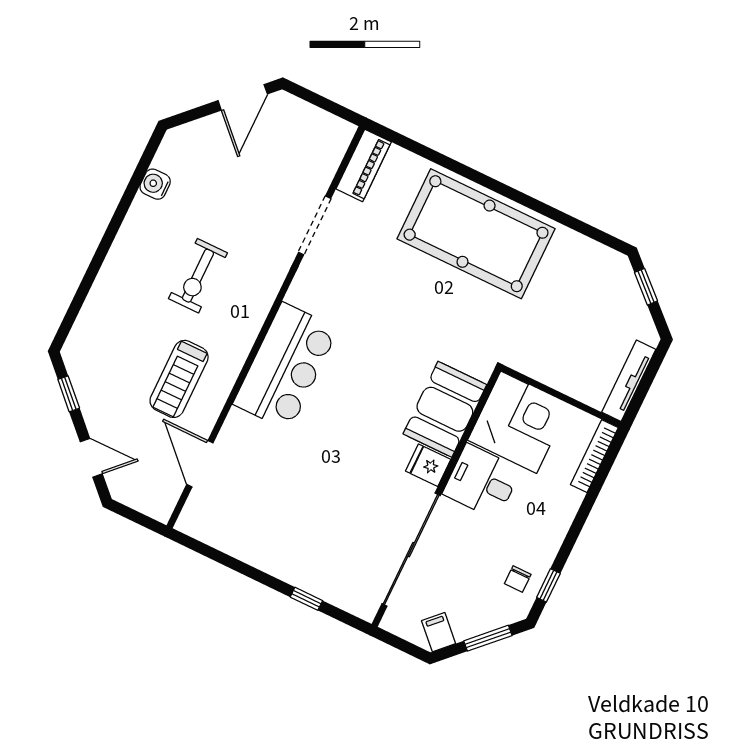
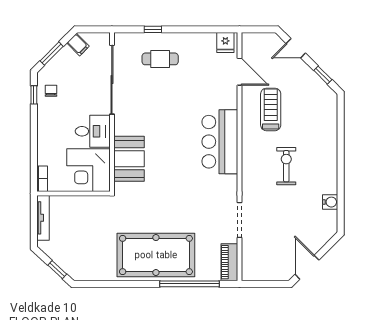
window: (444, 161) -> (189, 284), added
bookcase: (594, 456) -> (42, 179), width x0.64
fridge: (428, 465) -> (225, 42), moved, turned 90
cafe table: (318, 546) -> (160, 59), added

